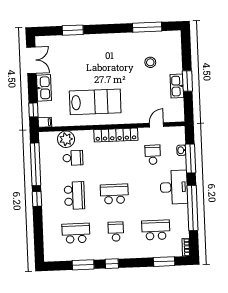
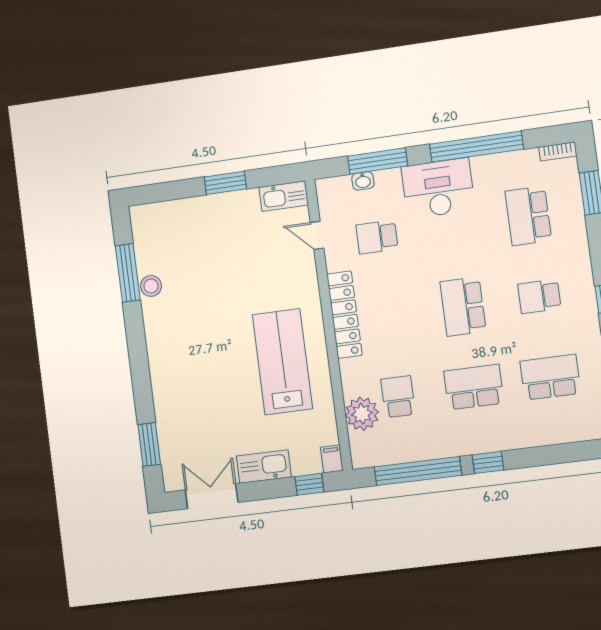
window: (73, 30) -> (149, 444), moved
stool: (150, 62) -> (151, 286), moved
kitchen sink: (177, 86) -> (284, 196), moved
school desk: (76, 233) -> (550, 377), turned 90

